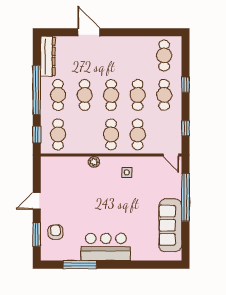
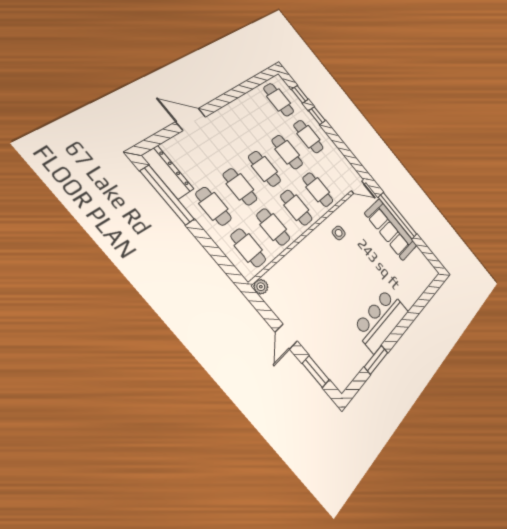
window: (37, 90) -> (167, 195), moved
window: (185, 128) -> (300, 94), moved
cafe table: (85, 134) -> (273, 227), added
window: (37, 135) -> (227, 266), removed
plant: (94, 162) -> (261, 287), moved
sofa: (170, 225) -> (391, 230), moved
armchair: (56, 232) -> (330, 351), removed
window: (80, 265) -> (376, 360), width x0.69

